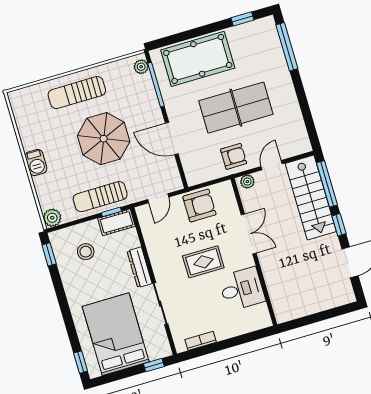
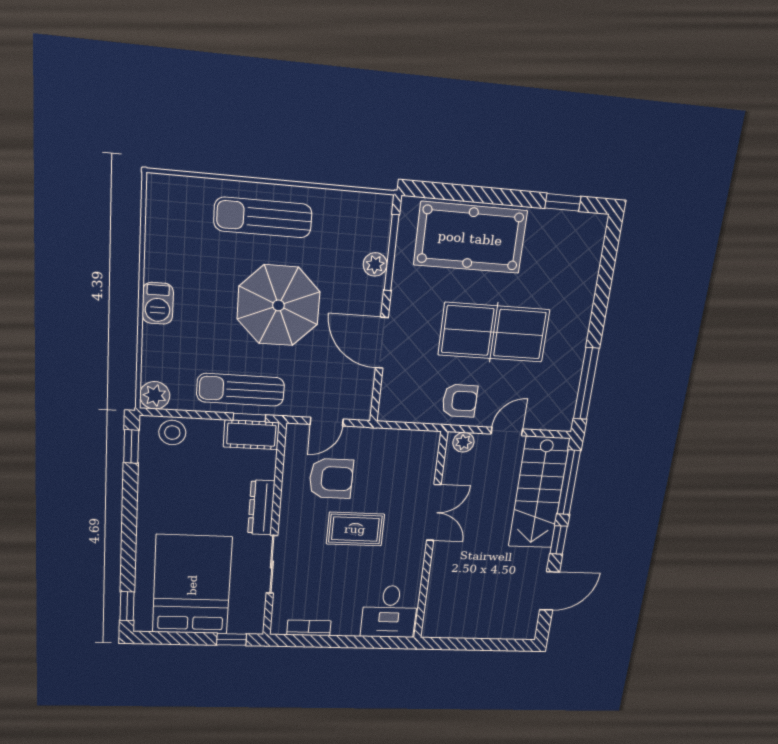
window: (287, 47) -> (586, 384), moved
plant: (141, 67) -> (375, 264), moved
armchair: (199, 206) -> (331, 478), moved
stool: (86, 252) -> (172, 433), moved
desk: (242, 289) -> (389, 612), moved, turned 90

